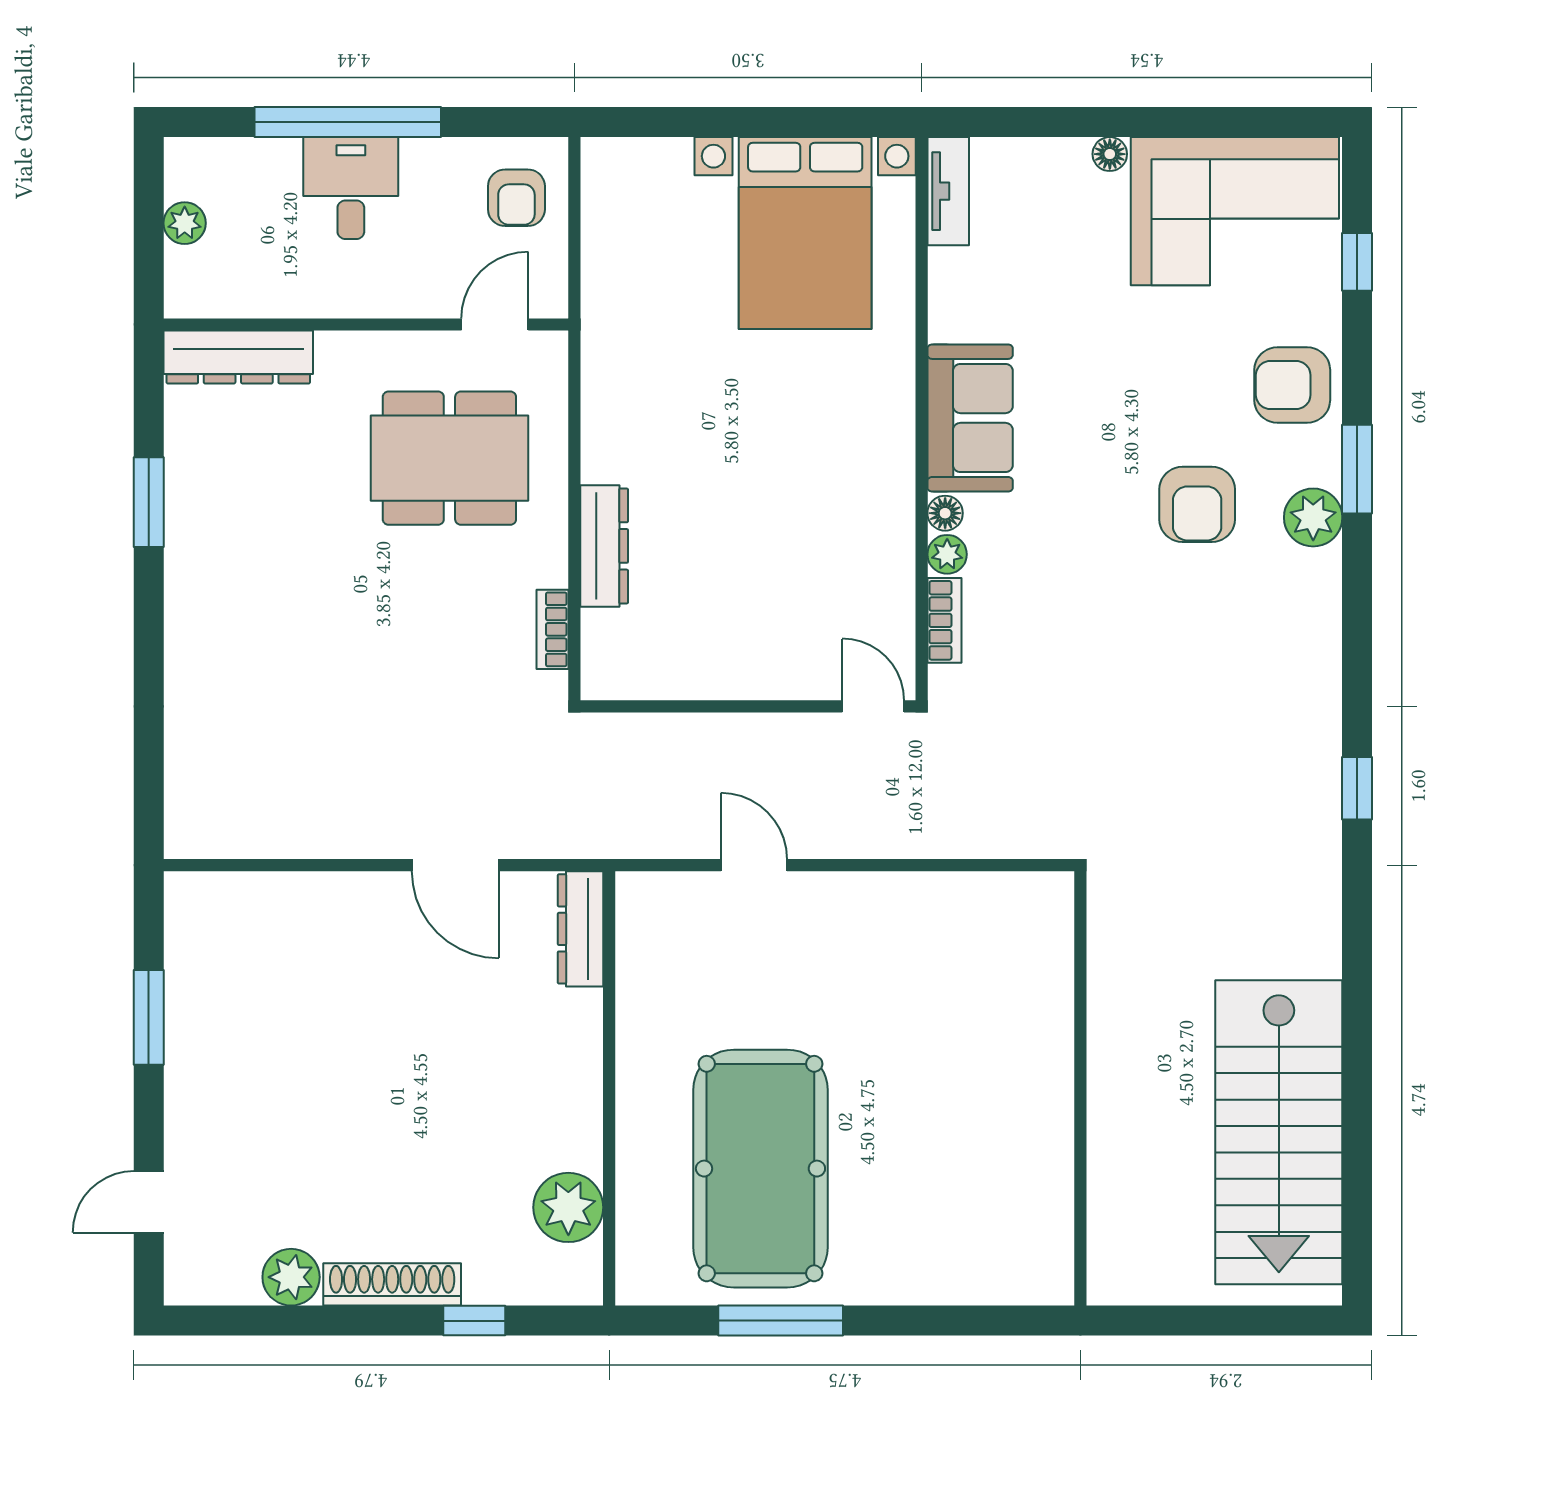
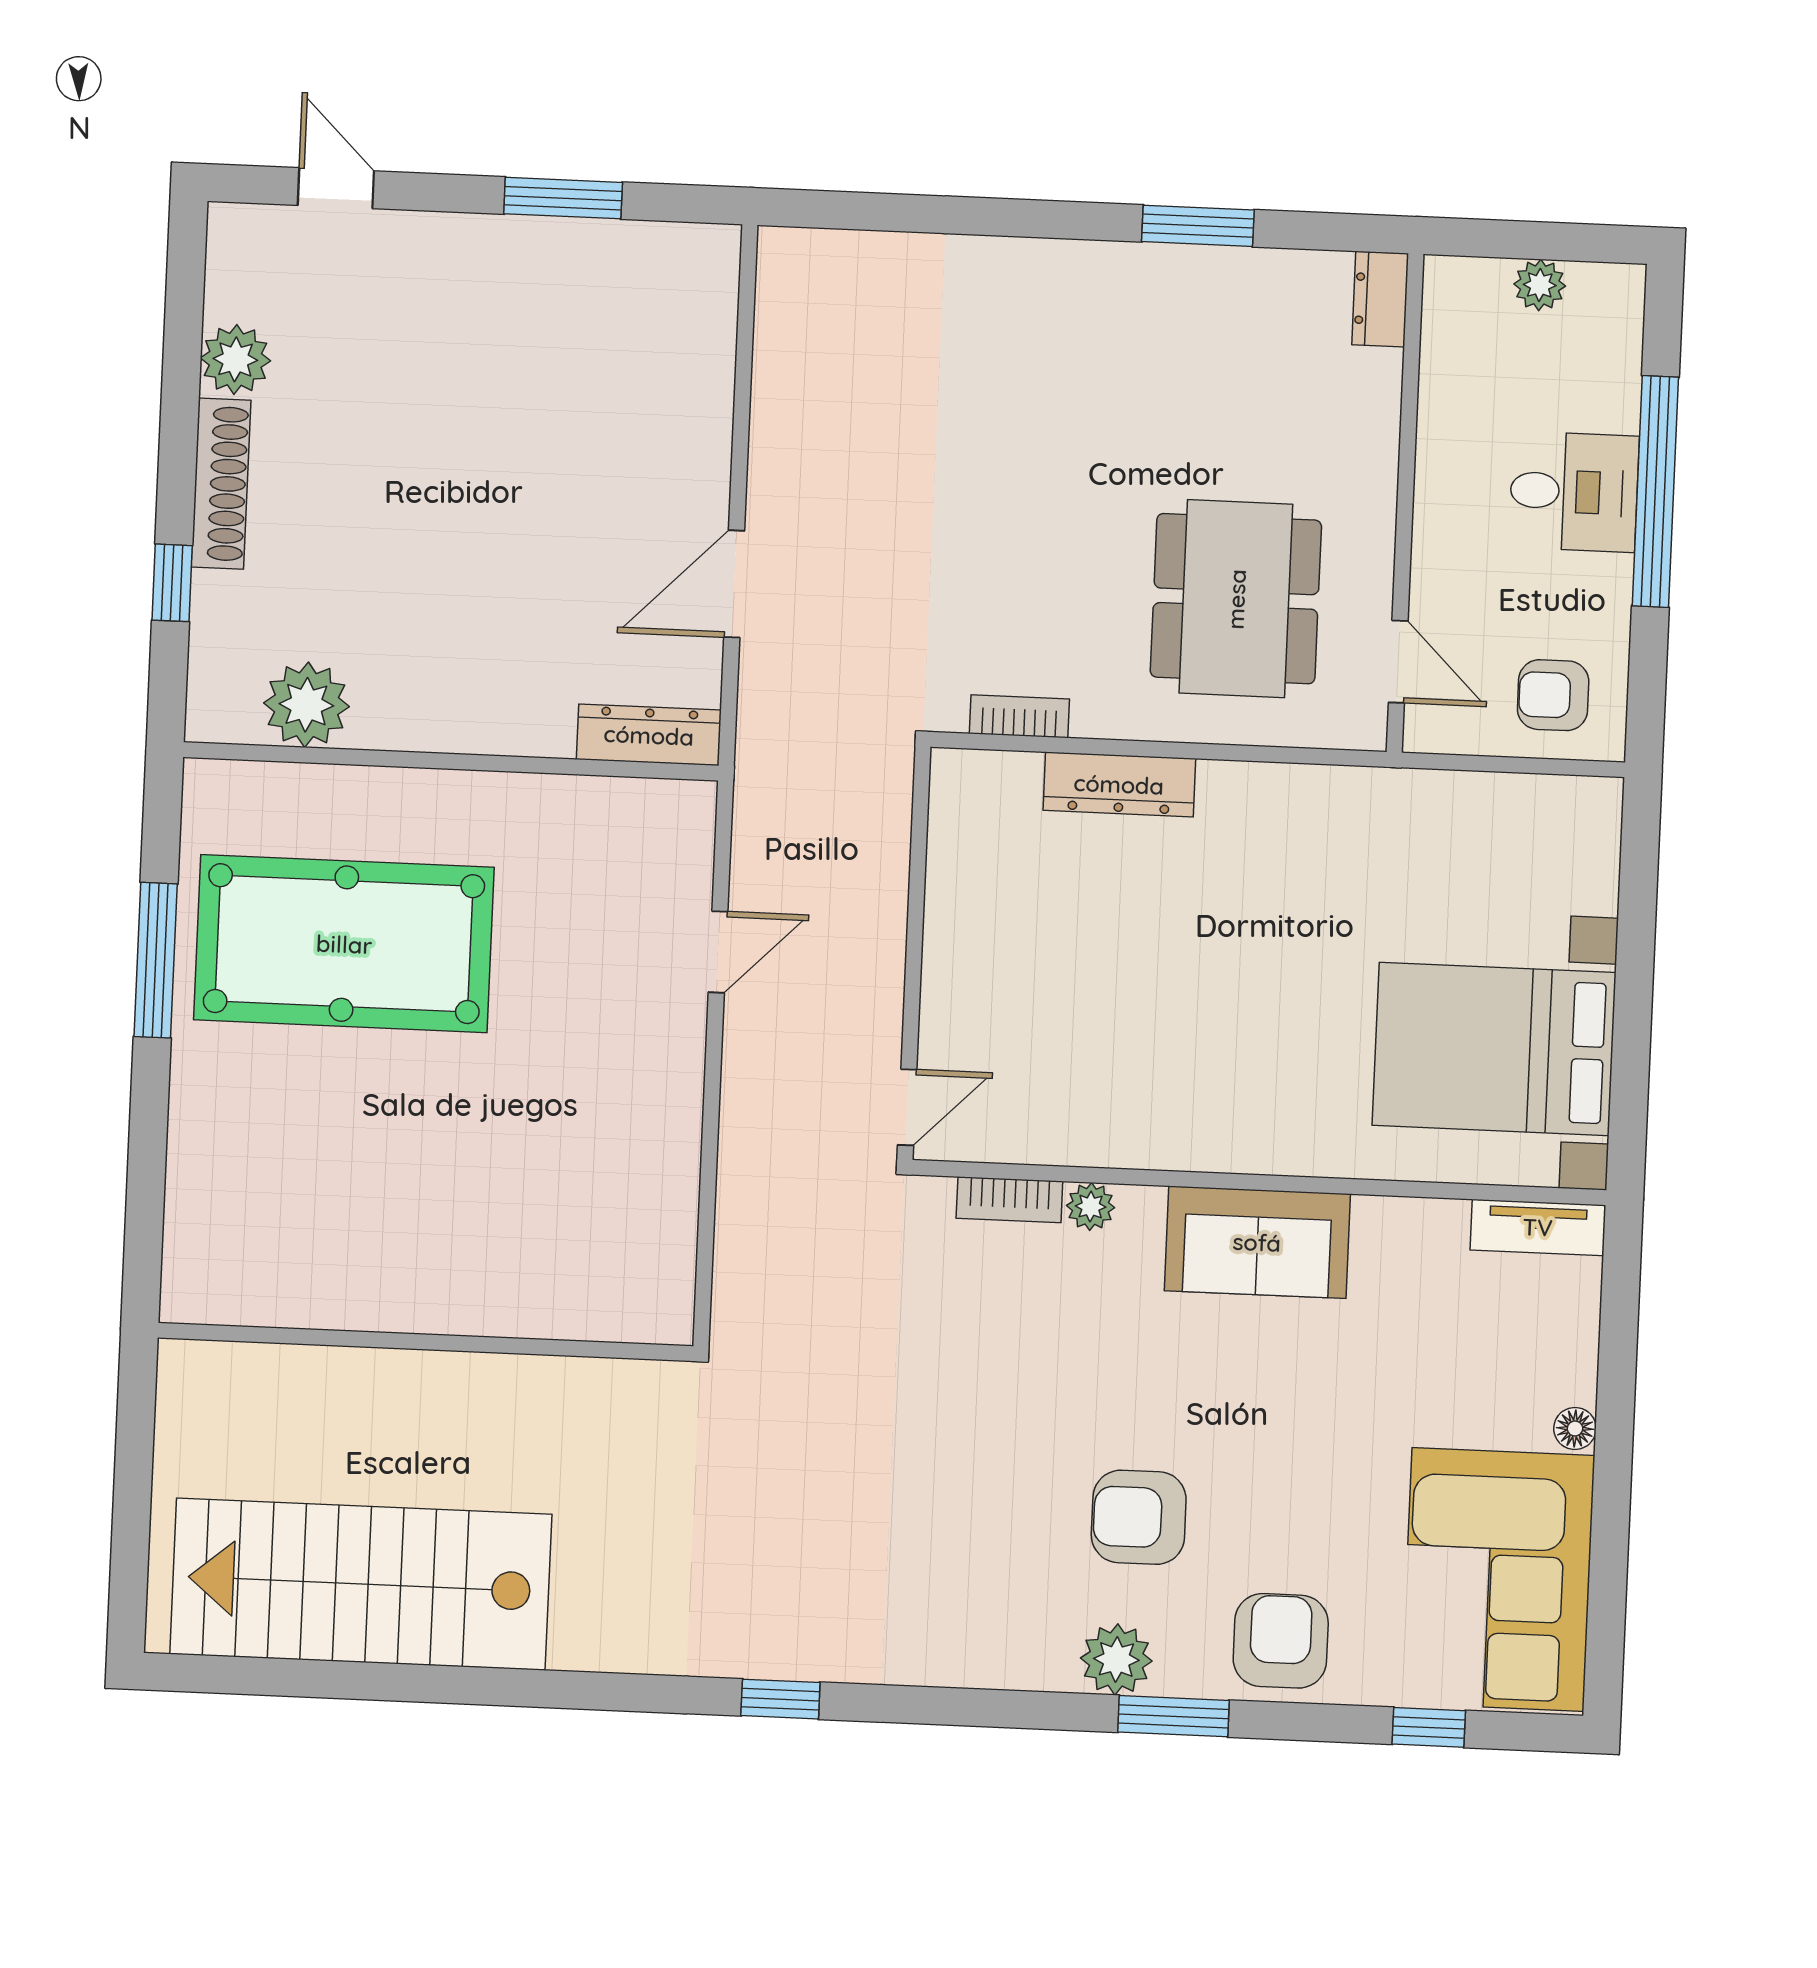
dresser: (238, 357) -> (1380, 299), width x0.51, depth x0.80
floor lamp: (945, 513) -> (1141, 1206), removed

